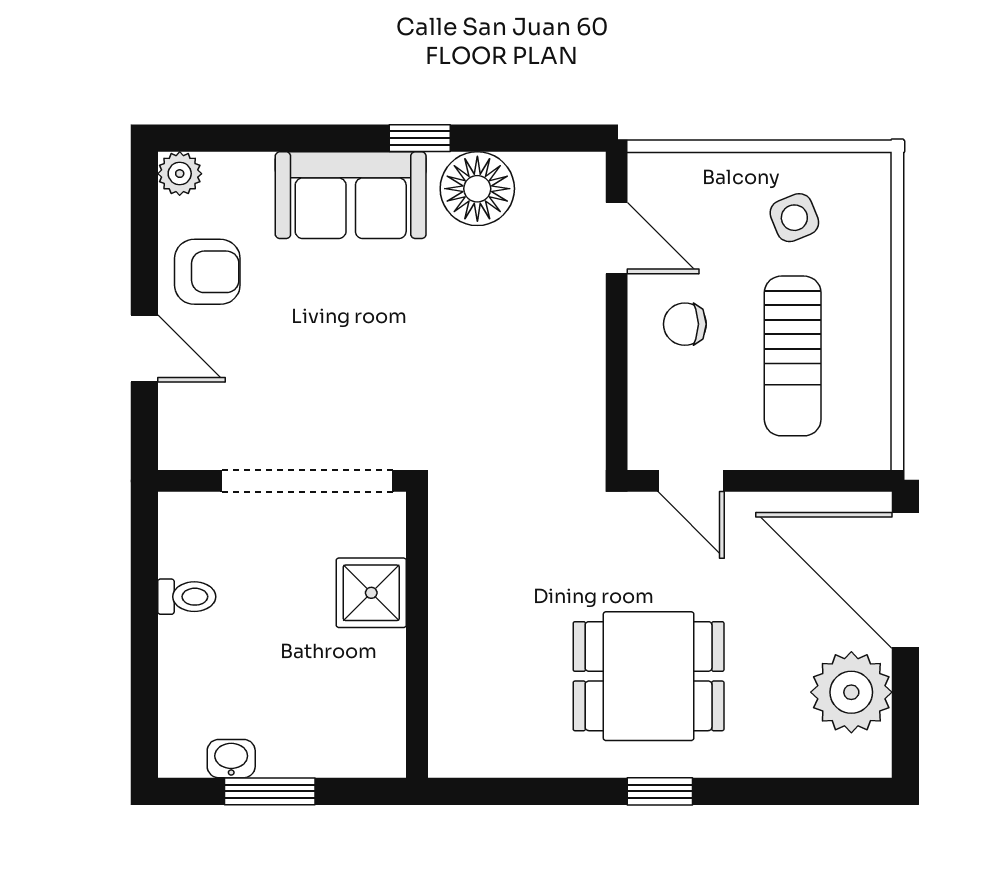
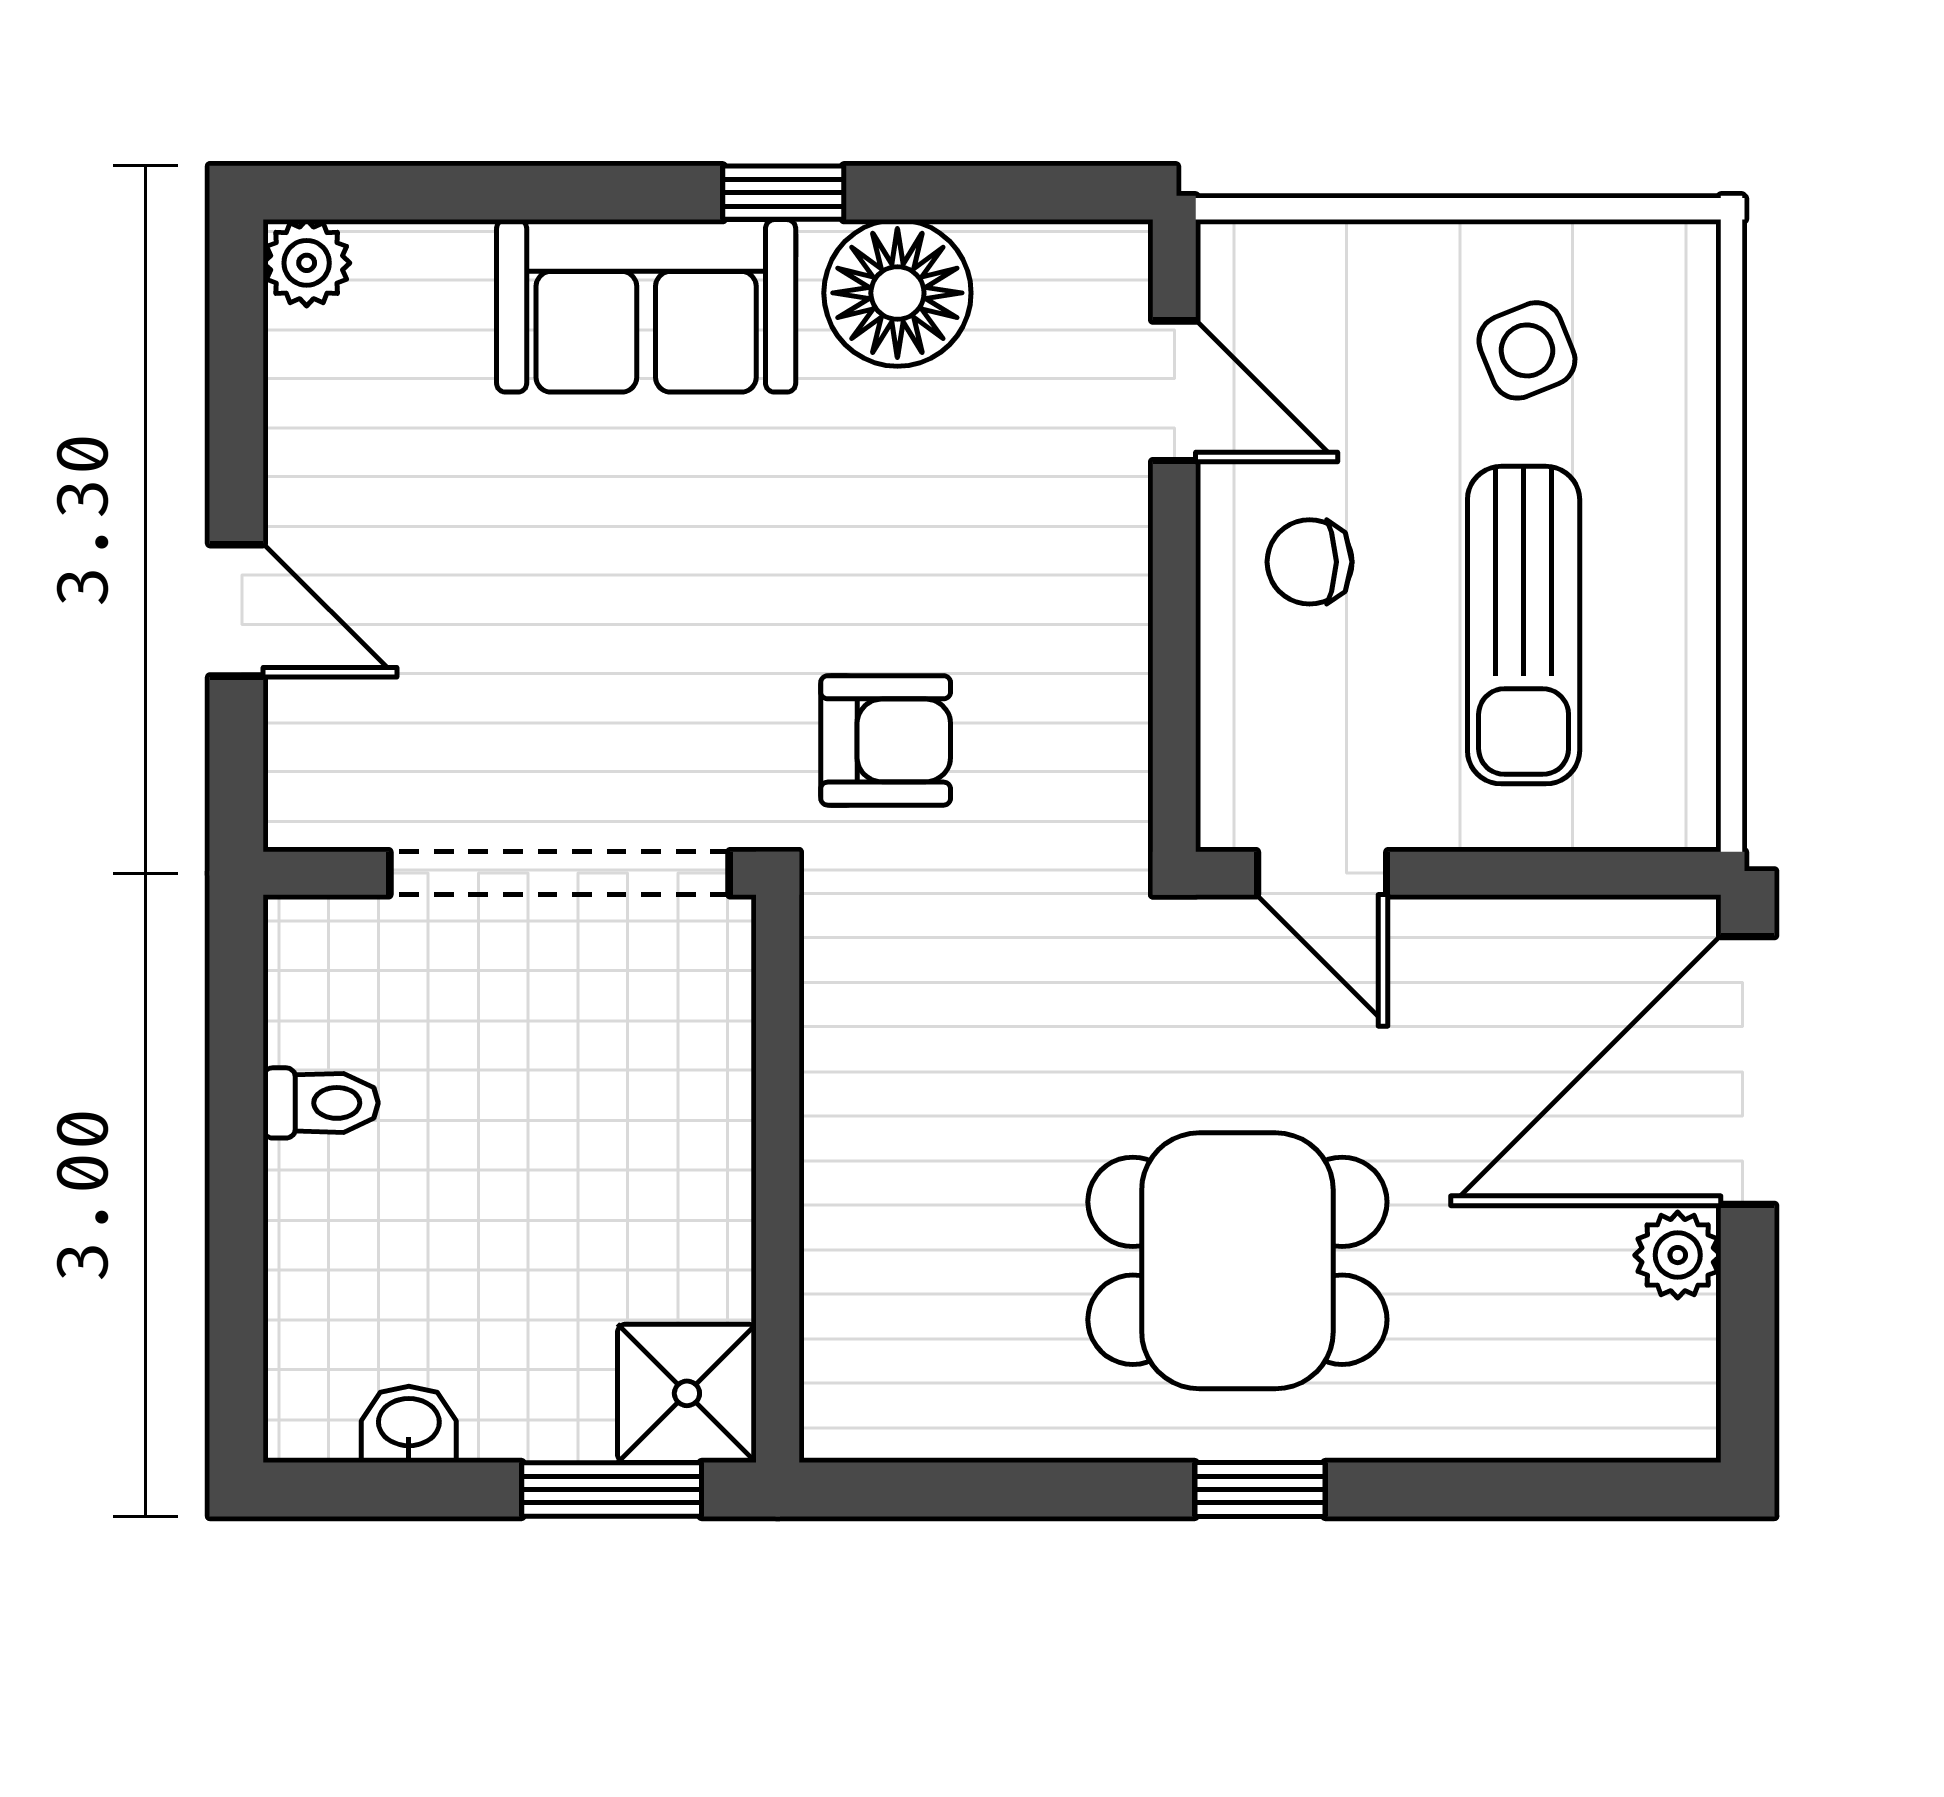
armchair: (207, 272) -> (886, 740), moved
door: (905, 580) -> (1748, 1070), hinge flipped
shower: (371, 593) -> (687, 1393), moved
plant: (851, 692) -> (1678, 1255), width x0.53, depth x0.53
window: (270, 791) -> (612, 1489), moved

